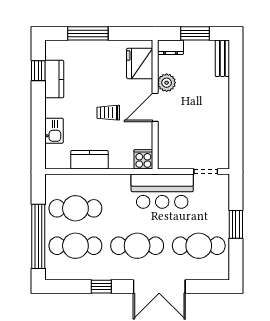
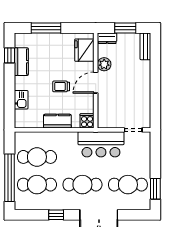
kitchen counter: (89, 160) -> (57, 121), moved
window: (236, 224) -> (155, 189), moved

